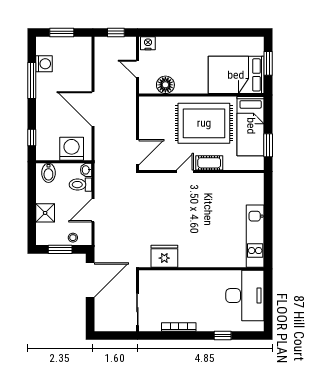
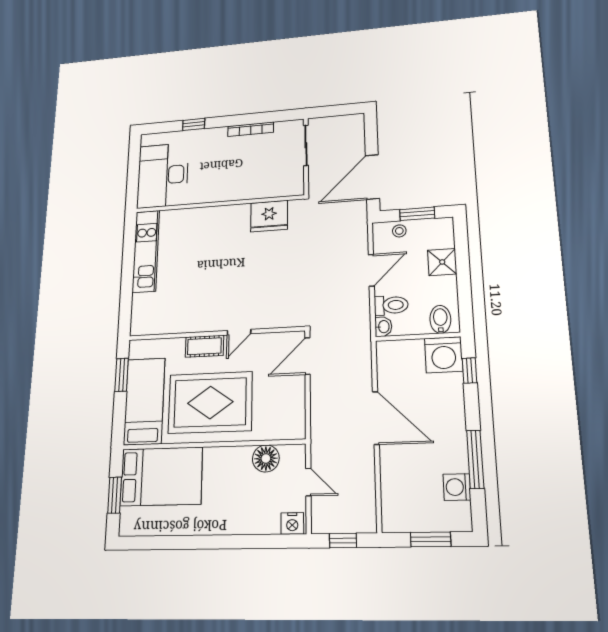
washing machine: (72, 149) -> (444, 355), moved

